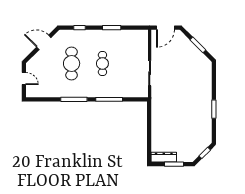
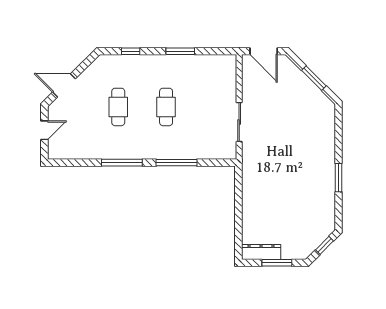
door: (165, 28) -> (264, 51), hinge flipped
door: (44, 42) -> (64, 85), moved
cafe table: (72, 63) -> (118, 107), width x0.73, depth x0.74
door: (24, 79) -> (44, 130), hinge flipped

